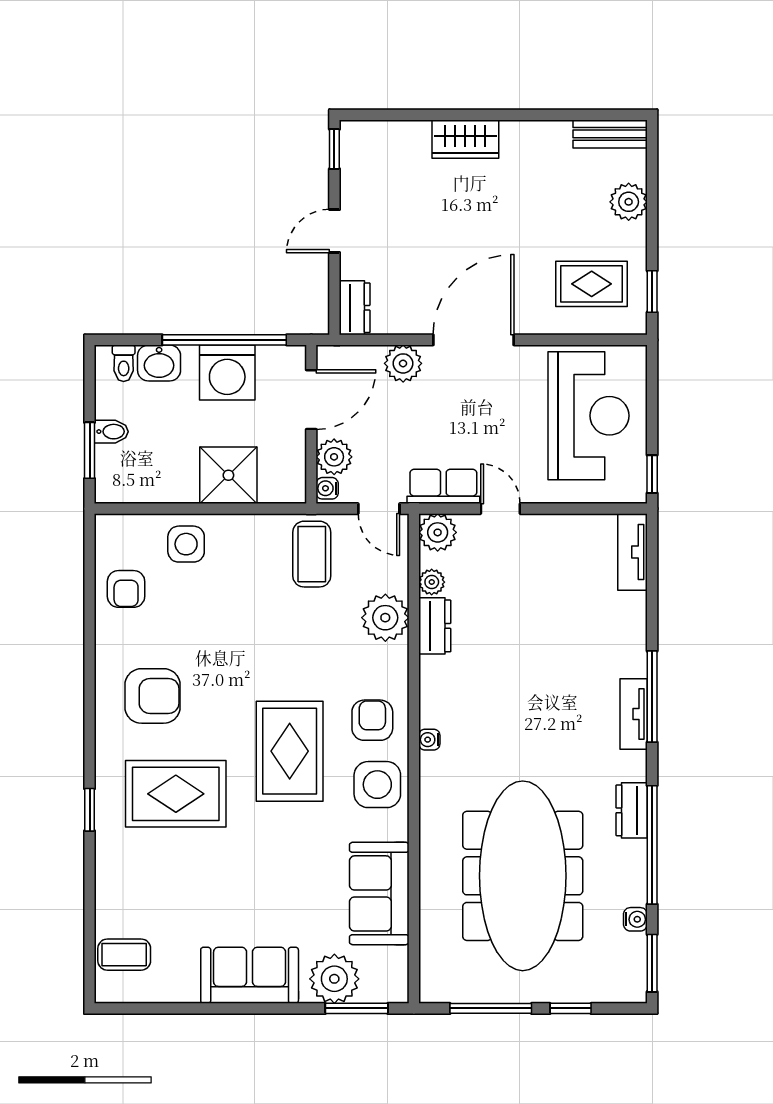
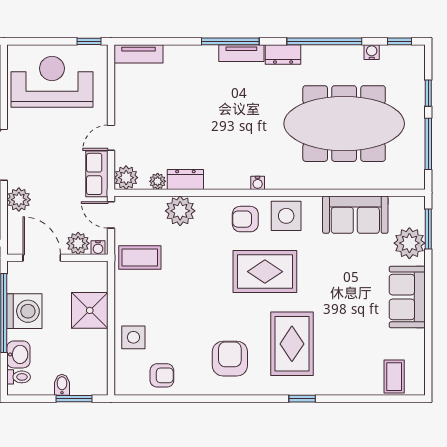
door: (379, 509) -> (111, 215), swing flipped
dresser: (632, 810) -> (283, 54), moved
window: (652, 963) -> (400, 41), width x0.67

